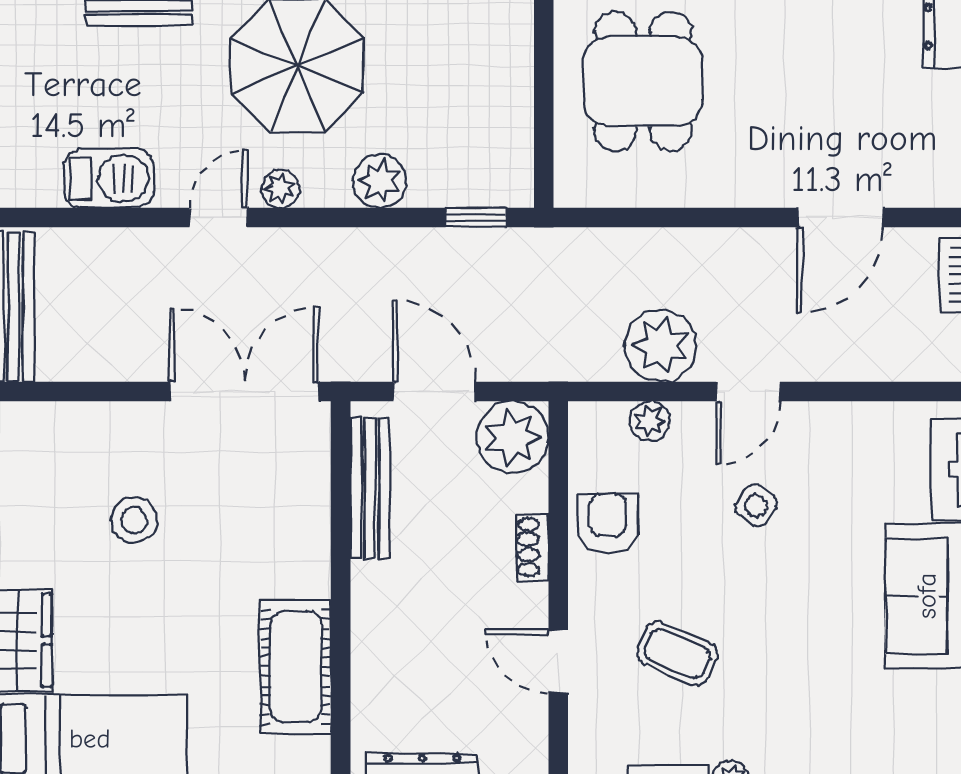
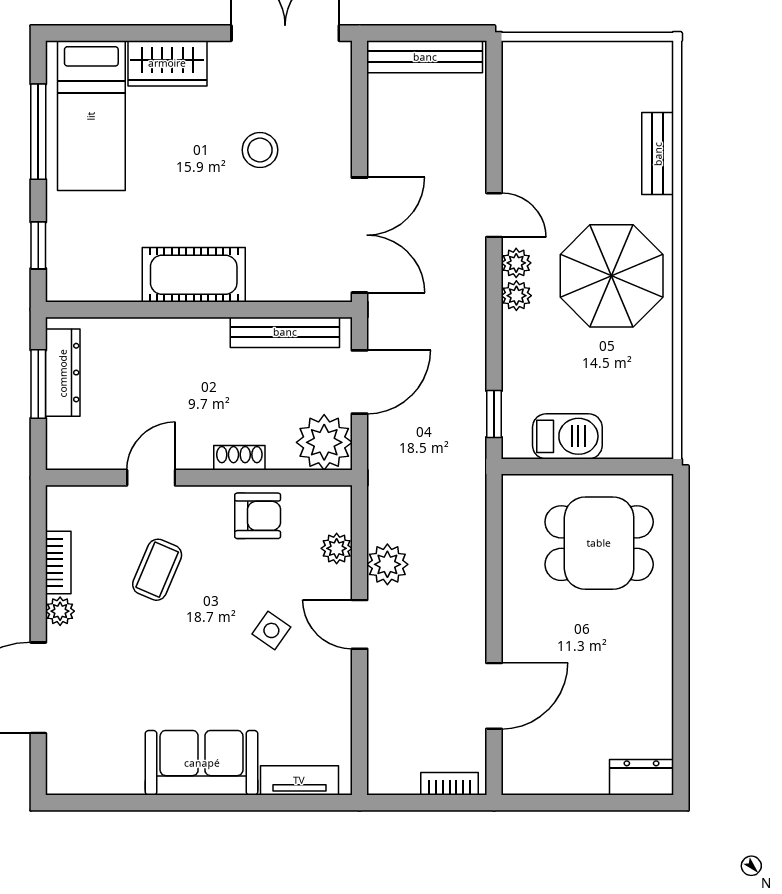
barbecue: (109, 178) -> (567, 436), moved, turned -90
plant: (380, 181) -> (516, 296), moved, width x0.73, depth x0.73
door: (841, 217) -> (494, 696), swing flipped
plant: (661, 346) -> (387, 564), width x0.73, depth x0.73
cot: (296, 667) -> (194, 275), moved

